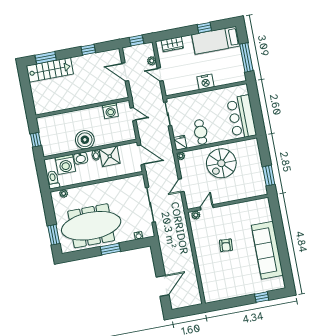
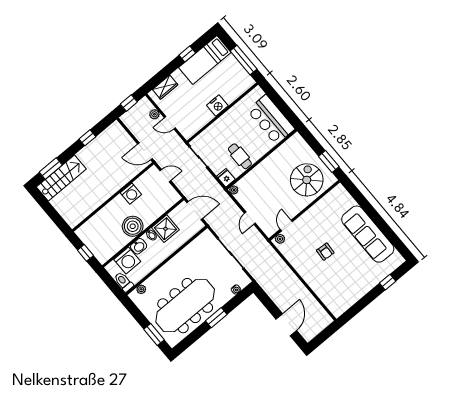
door: (125, 72) -> (145, 151), moved
washing machine: (110, 111) -> (131, 194), moved
spiral stairs: (221, 163) -> (307, 180), moved, turned 180

